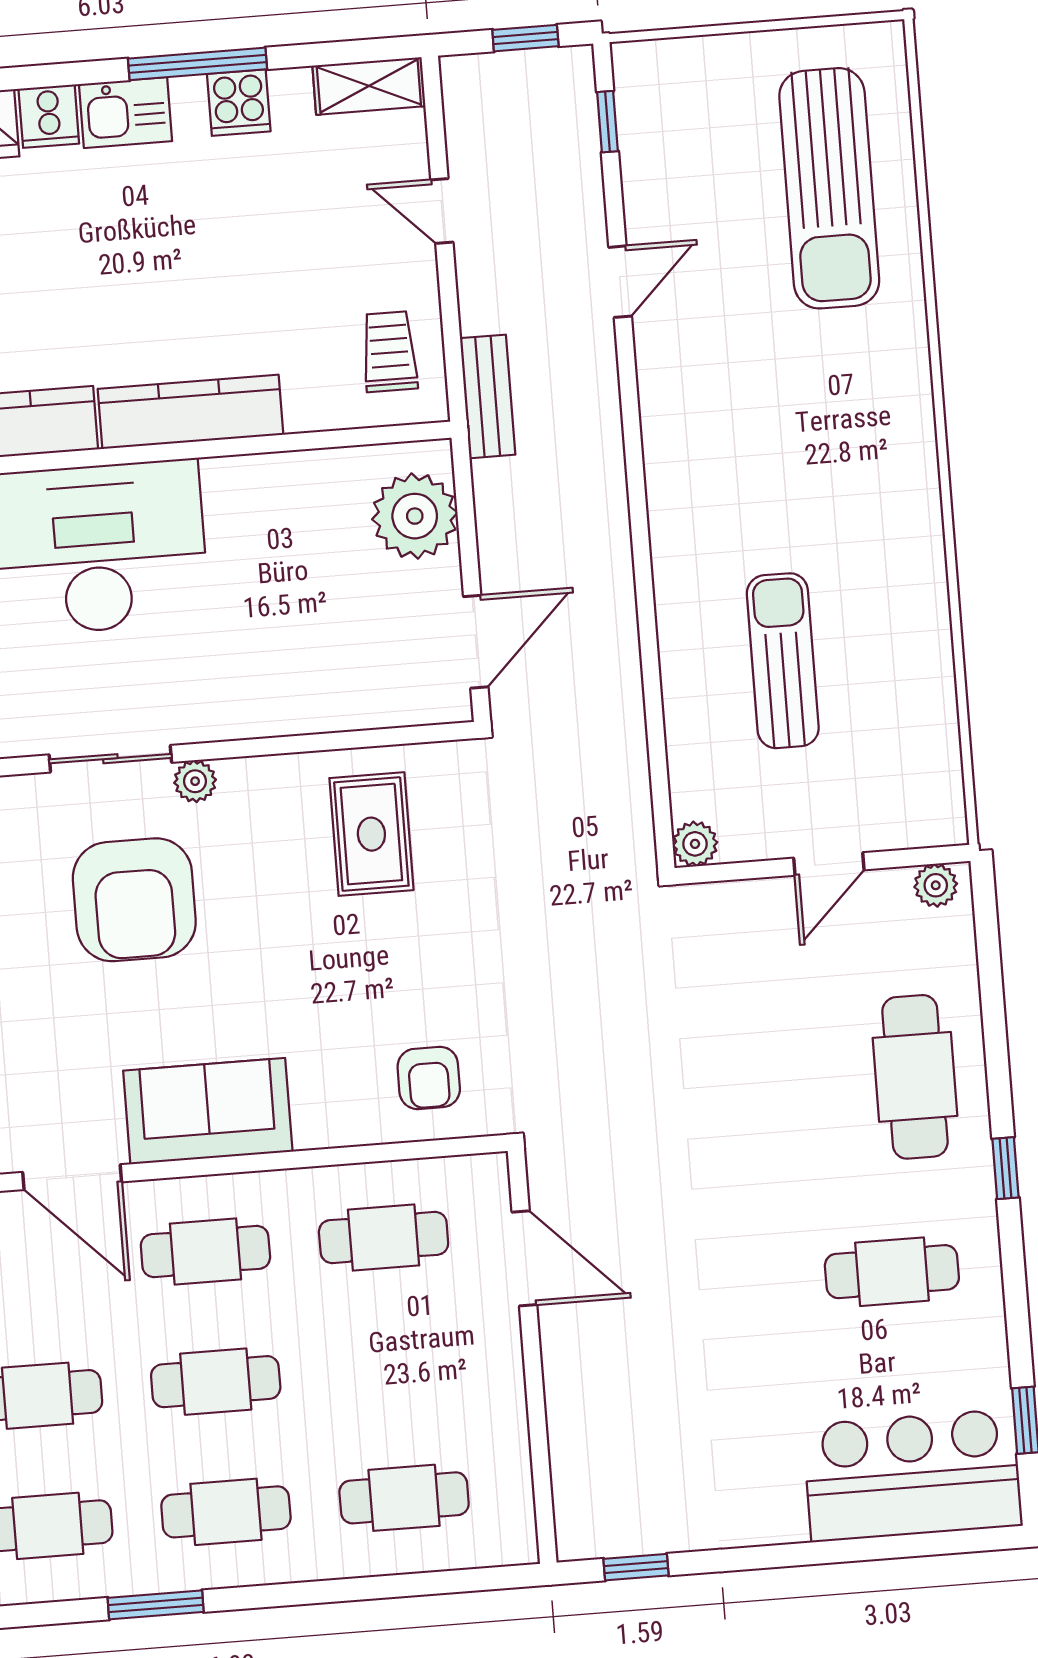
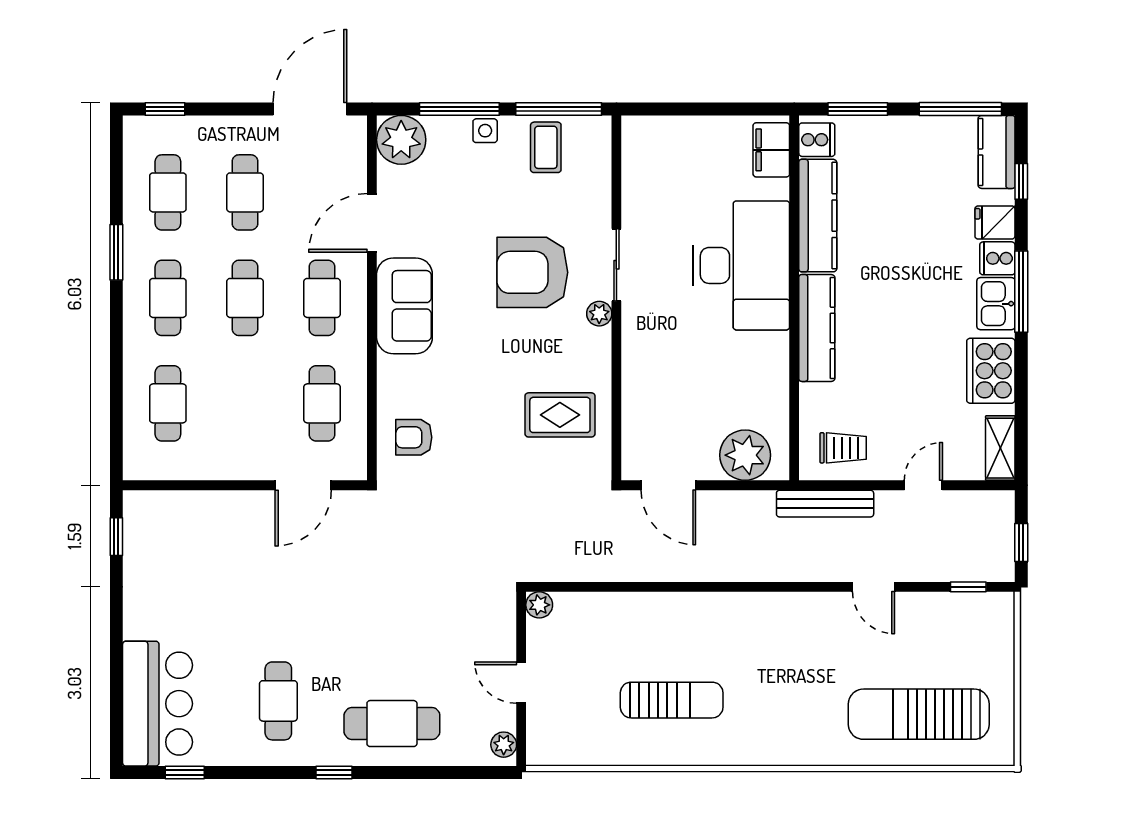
window: (197, 64) -> (1021, 292), moved
cooker: (239, 103) -> (991, 371), width x1.87, depth x1.31
bench: (488, 396) -> (825, 504), width x1.36
sun lounger: (783, 661) -> (672, 700), moved

